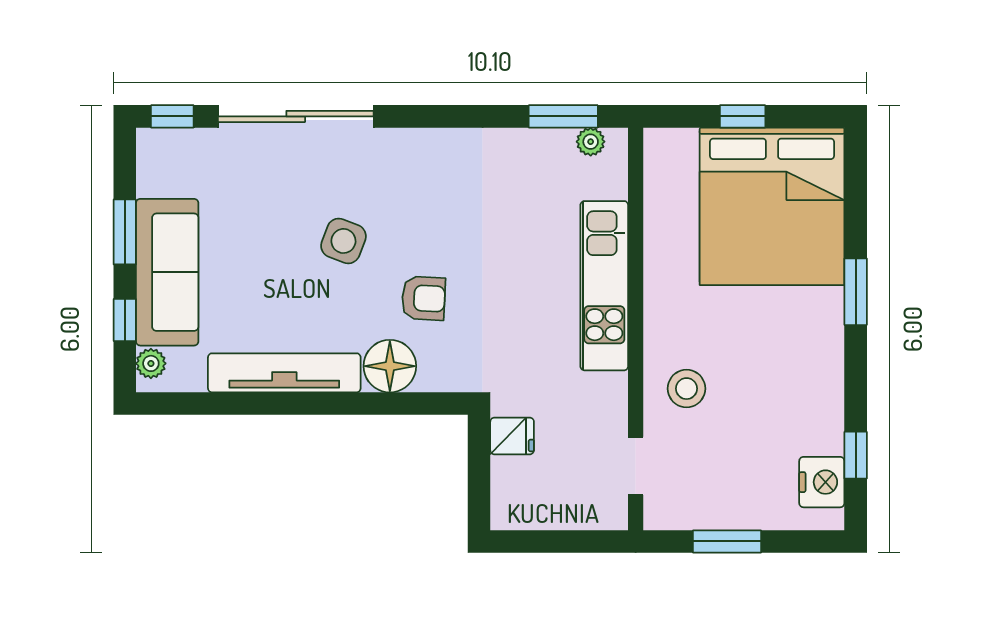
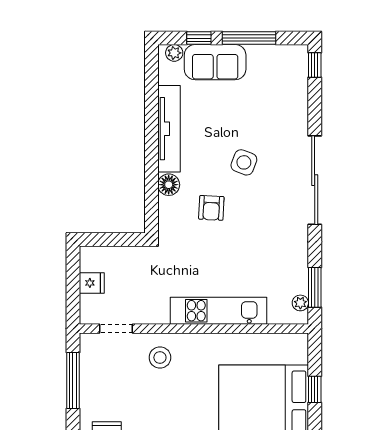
sliding door: (296, 116) -> (315, 180), moved
window: (125, 232) -> (249, 38), width x1.44
sofa: (167, 272) -> (215, 62), width x0.73
floor lamp: (390, 366) -> (169, 185), width x0.73, depth x0.73
fridge: (512, 436) -> (92, 283), moved, turned -90
window: (727, 541) -> (73, 381), width x1.44

